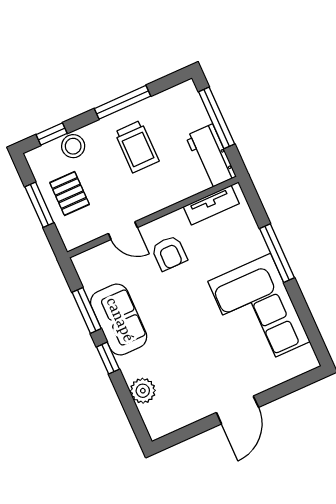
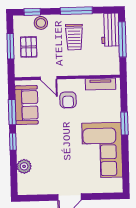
workbench: (211, 156) -> (110, 30), moved
window: (277, 253) -> (124, 123), width x0.69
sofa: (119, 320) -> (26, 105), moved

